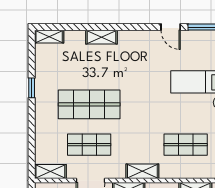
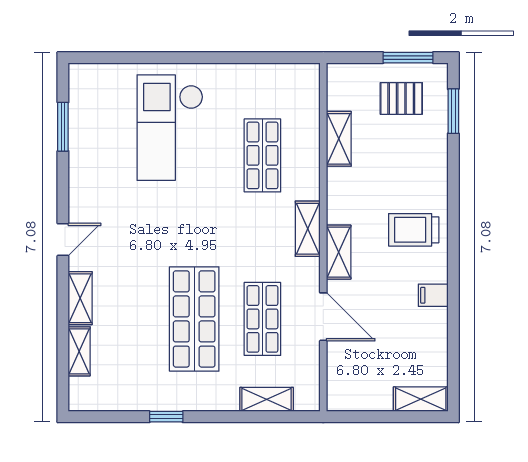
door: (171, 27) -> (63, 240), moved
shelving: (49, 37) -> (79, 351), moved
shelving: (50, 172) -> (267, 399), moved, turned 90

